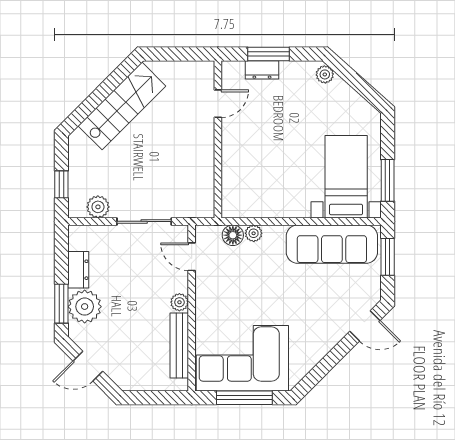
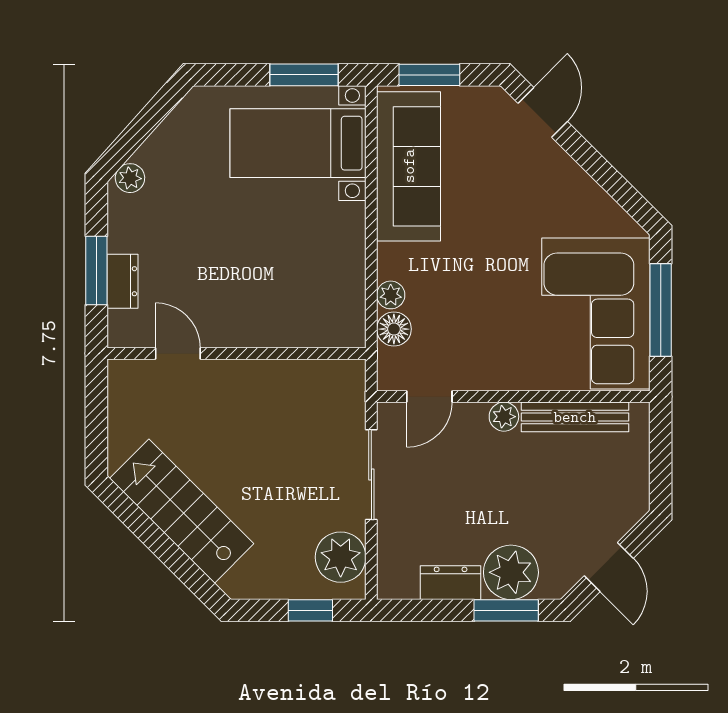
plant: (98, 207) -> (341, 557), width x1.36, depth x1.36

